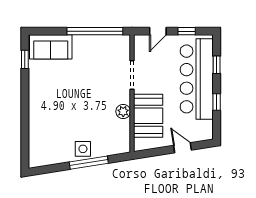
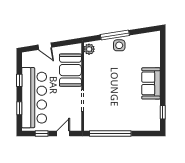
sofa: (51, 47) -> (151, 83), moved, turned -90
plant: (123, 111) -> (89, 49), moved

